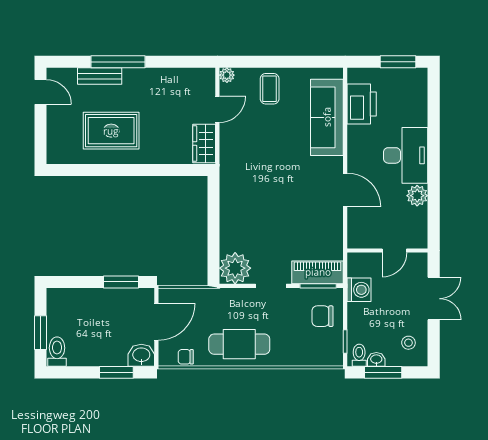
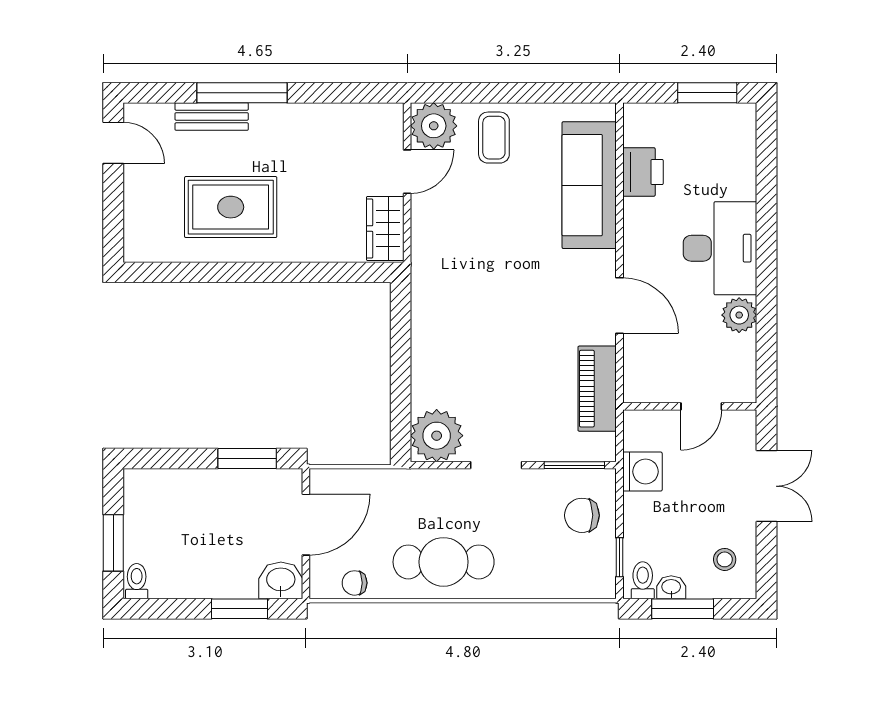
plant: (227, 75) -> (434, 126), width x1.88, depth x1.88
printer: (362, 104) -> (643, 172), width x0.73, depth x0.84
piano: (318, 272) -> (597, 389), moved, turned -90
toilet: (57, 352) -> (137, 581), width x0.73, depth x0.72

